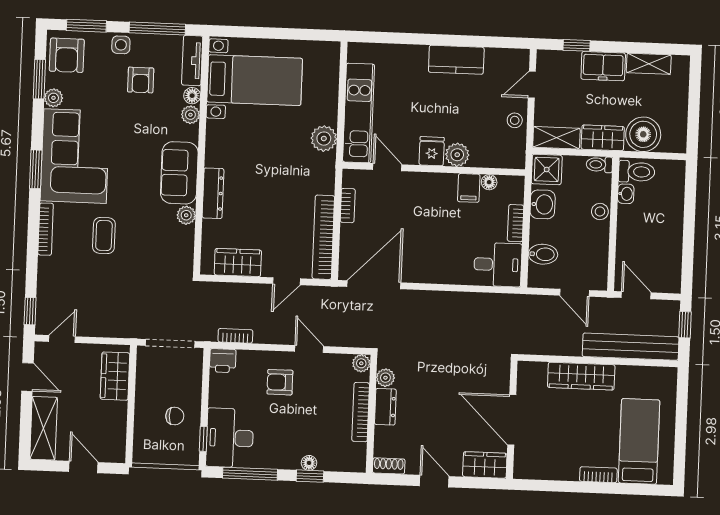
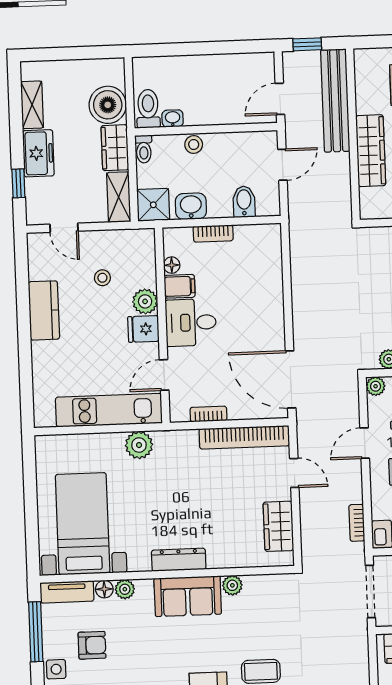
stool: (515, 120) -> (102, 278), moved
dresser: (213, 193) -> (179, 560), moved
desk: (498, 265) -> (191, 323), moved, turned -90

